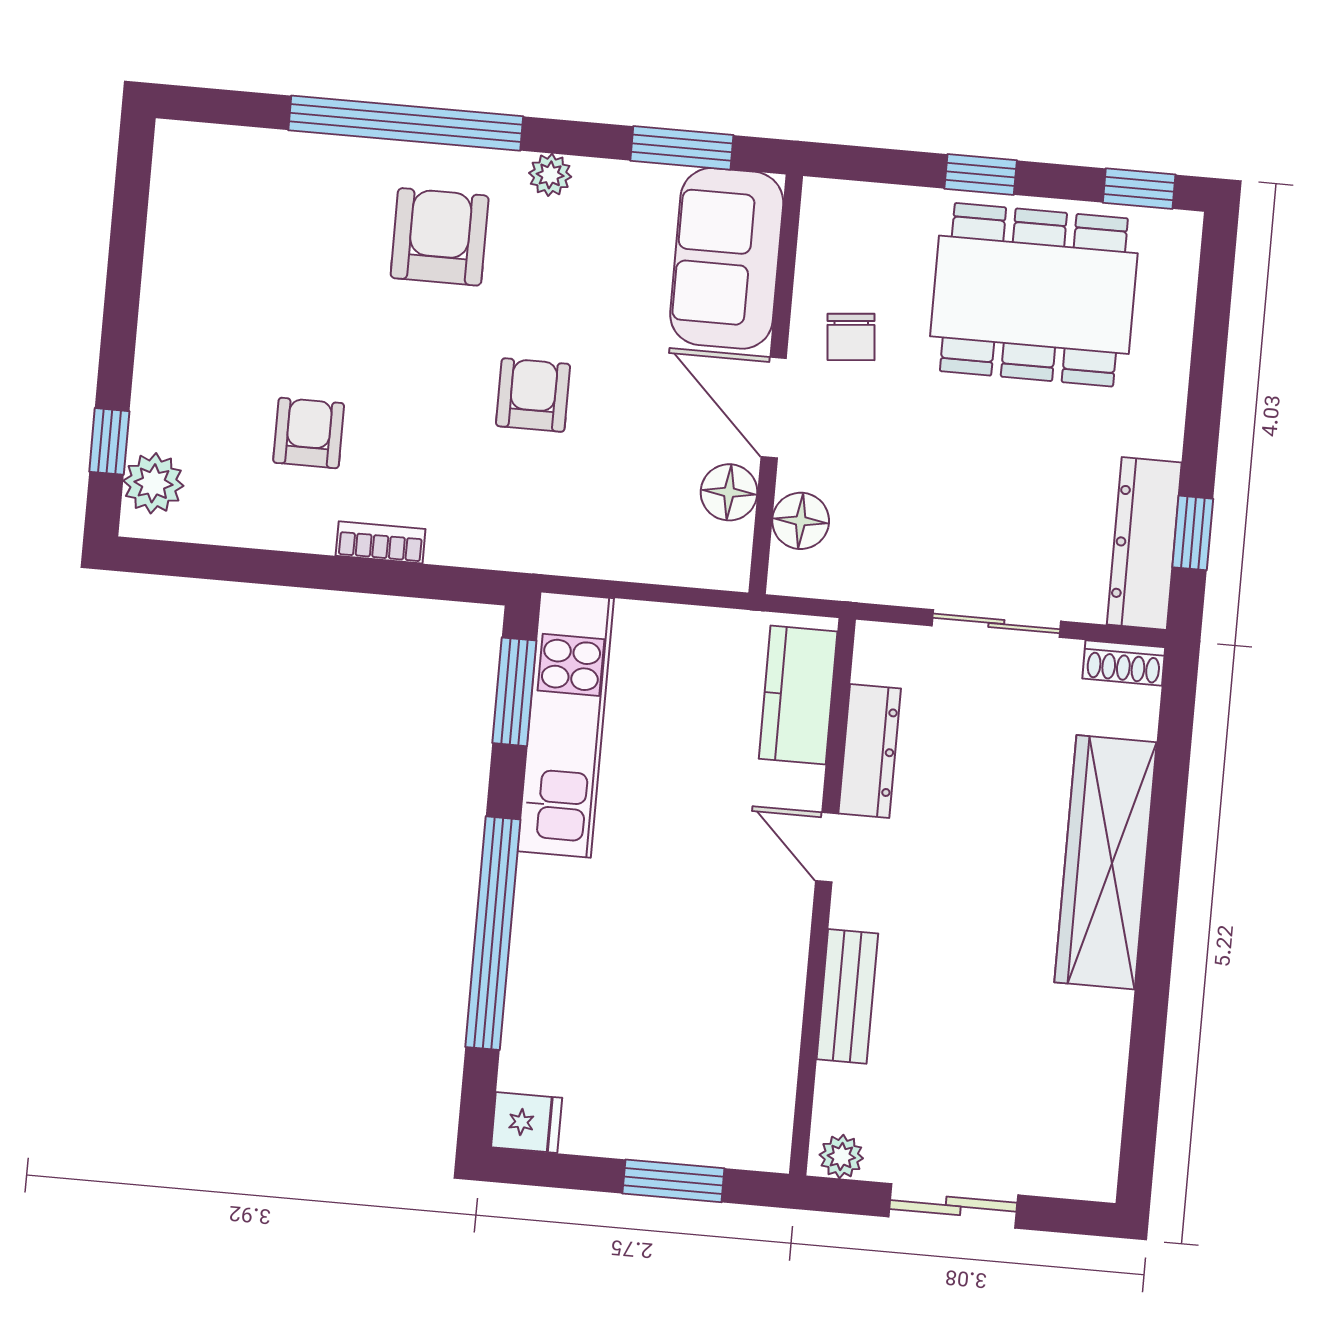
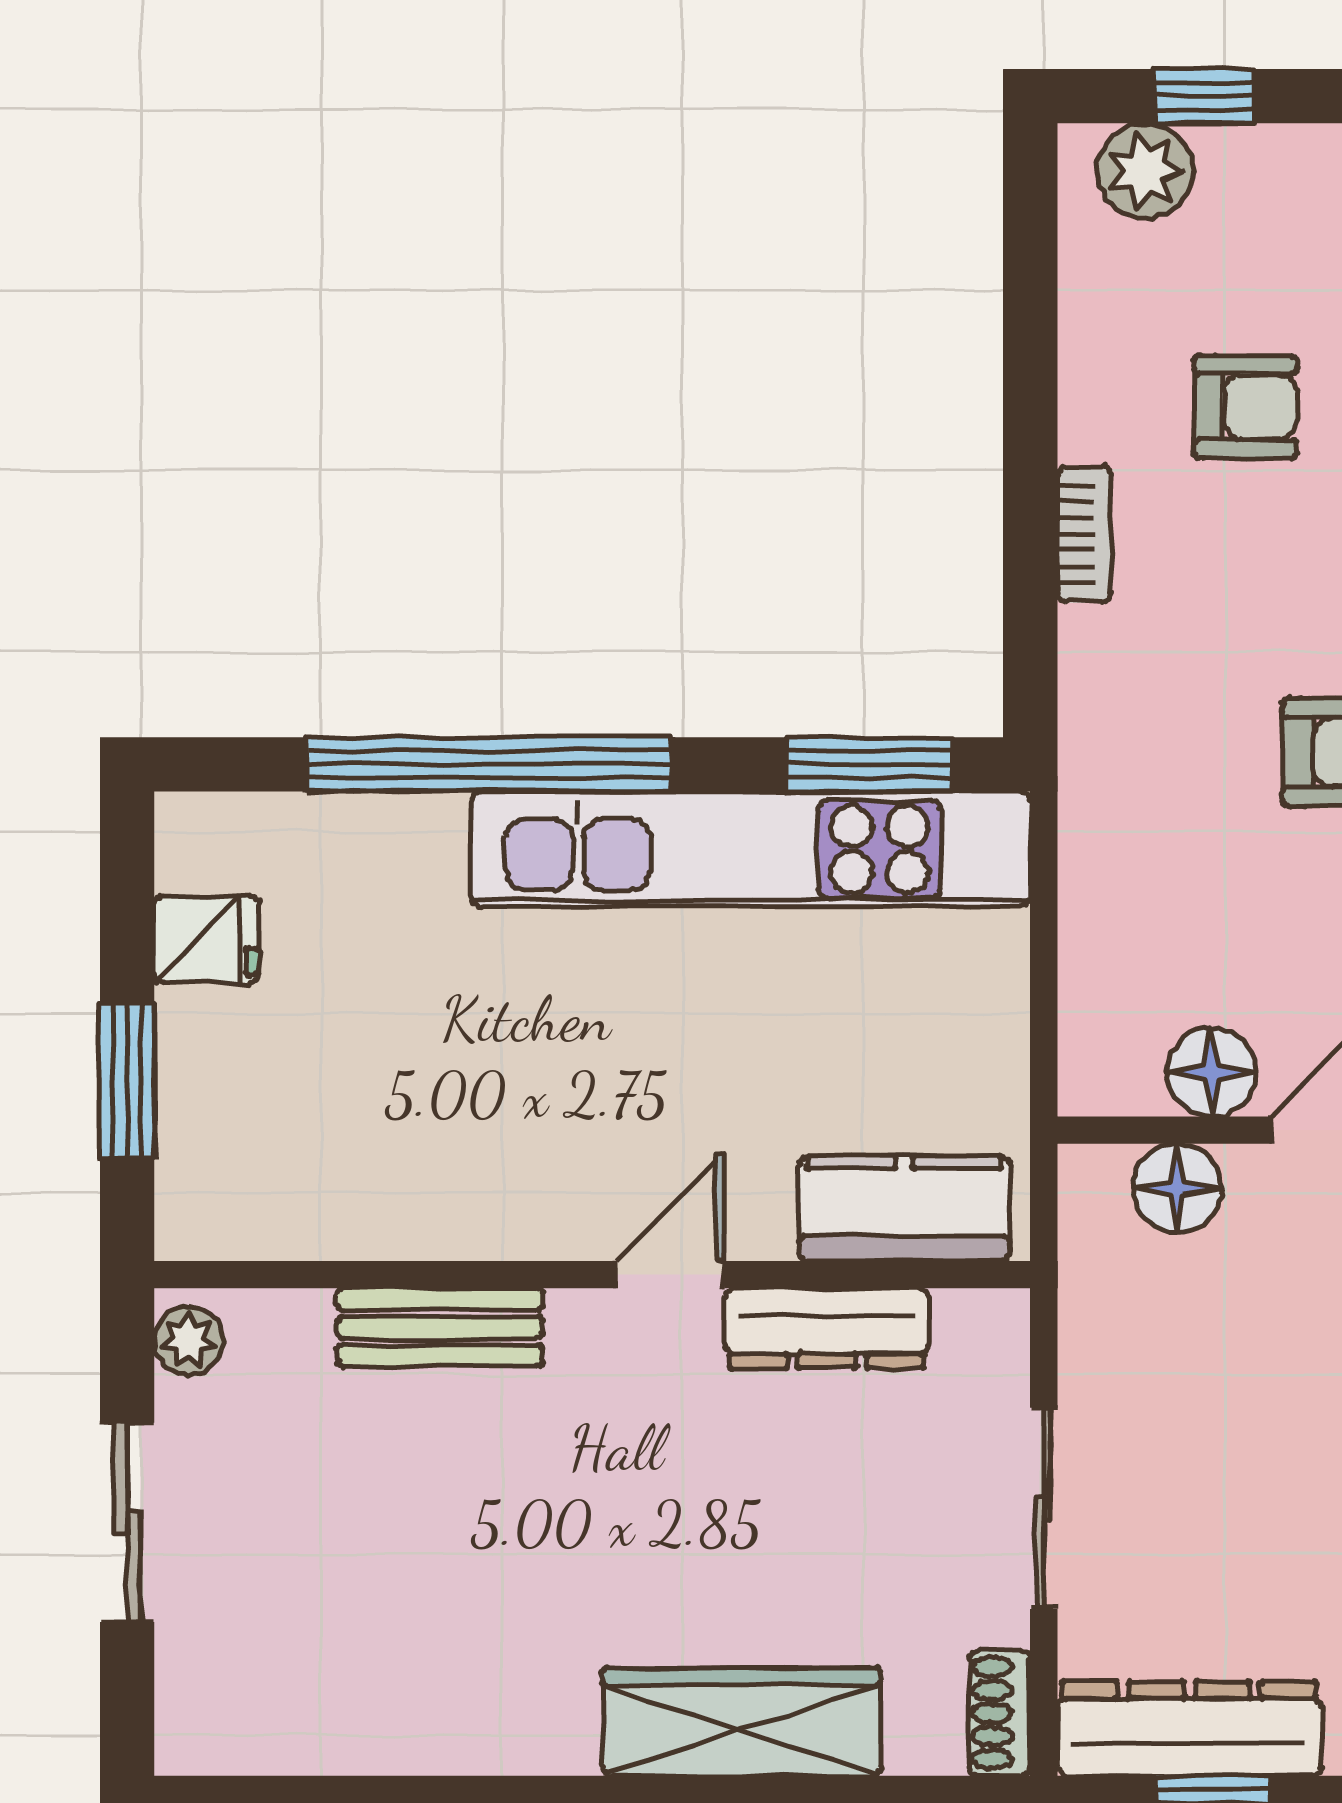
kitchen unit: (566, 725) -> (751, 849), width x1.36
wardrobe: (1106, 862) -> (741, 1722), width x0.71, depth x0.85
fridge: (527, 1123) -> (206, 939), moved, turned -90

